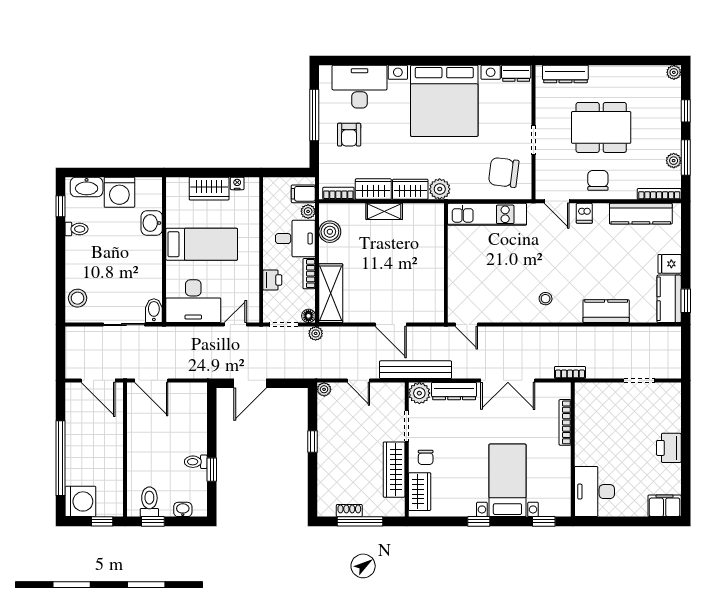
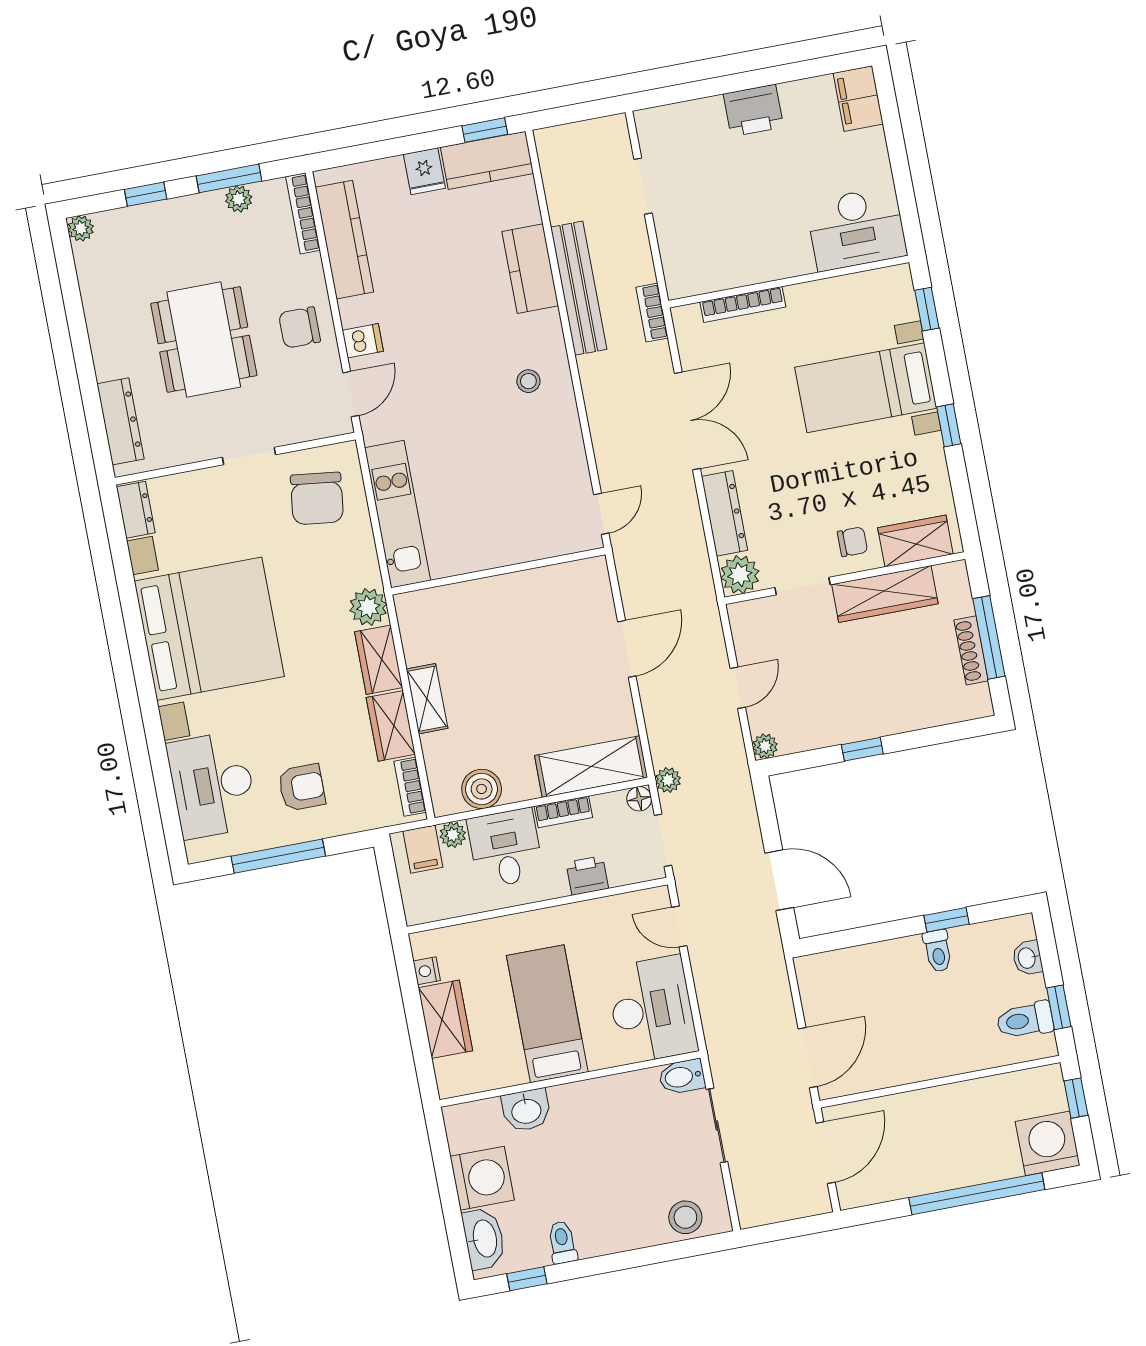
bench: (416, 370) -> (579, 288), moved
shoe rack: (349, 511) -> (971, 650), width x1.43

